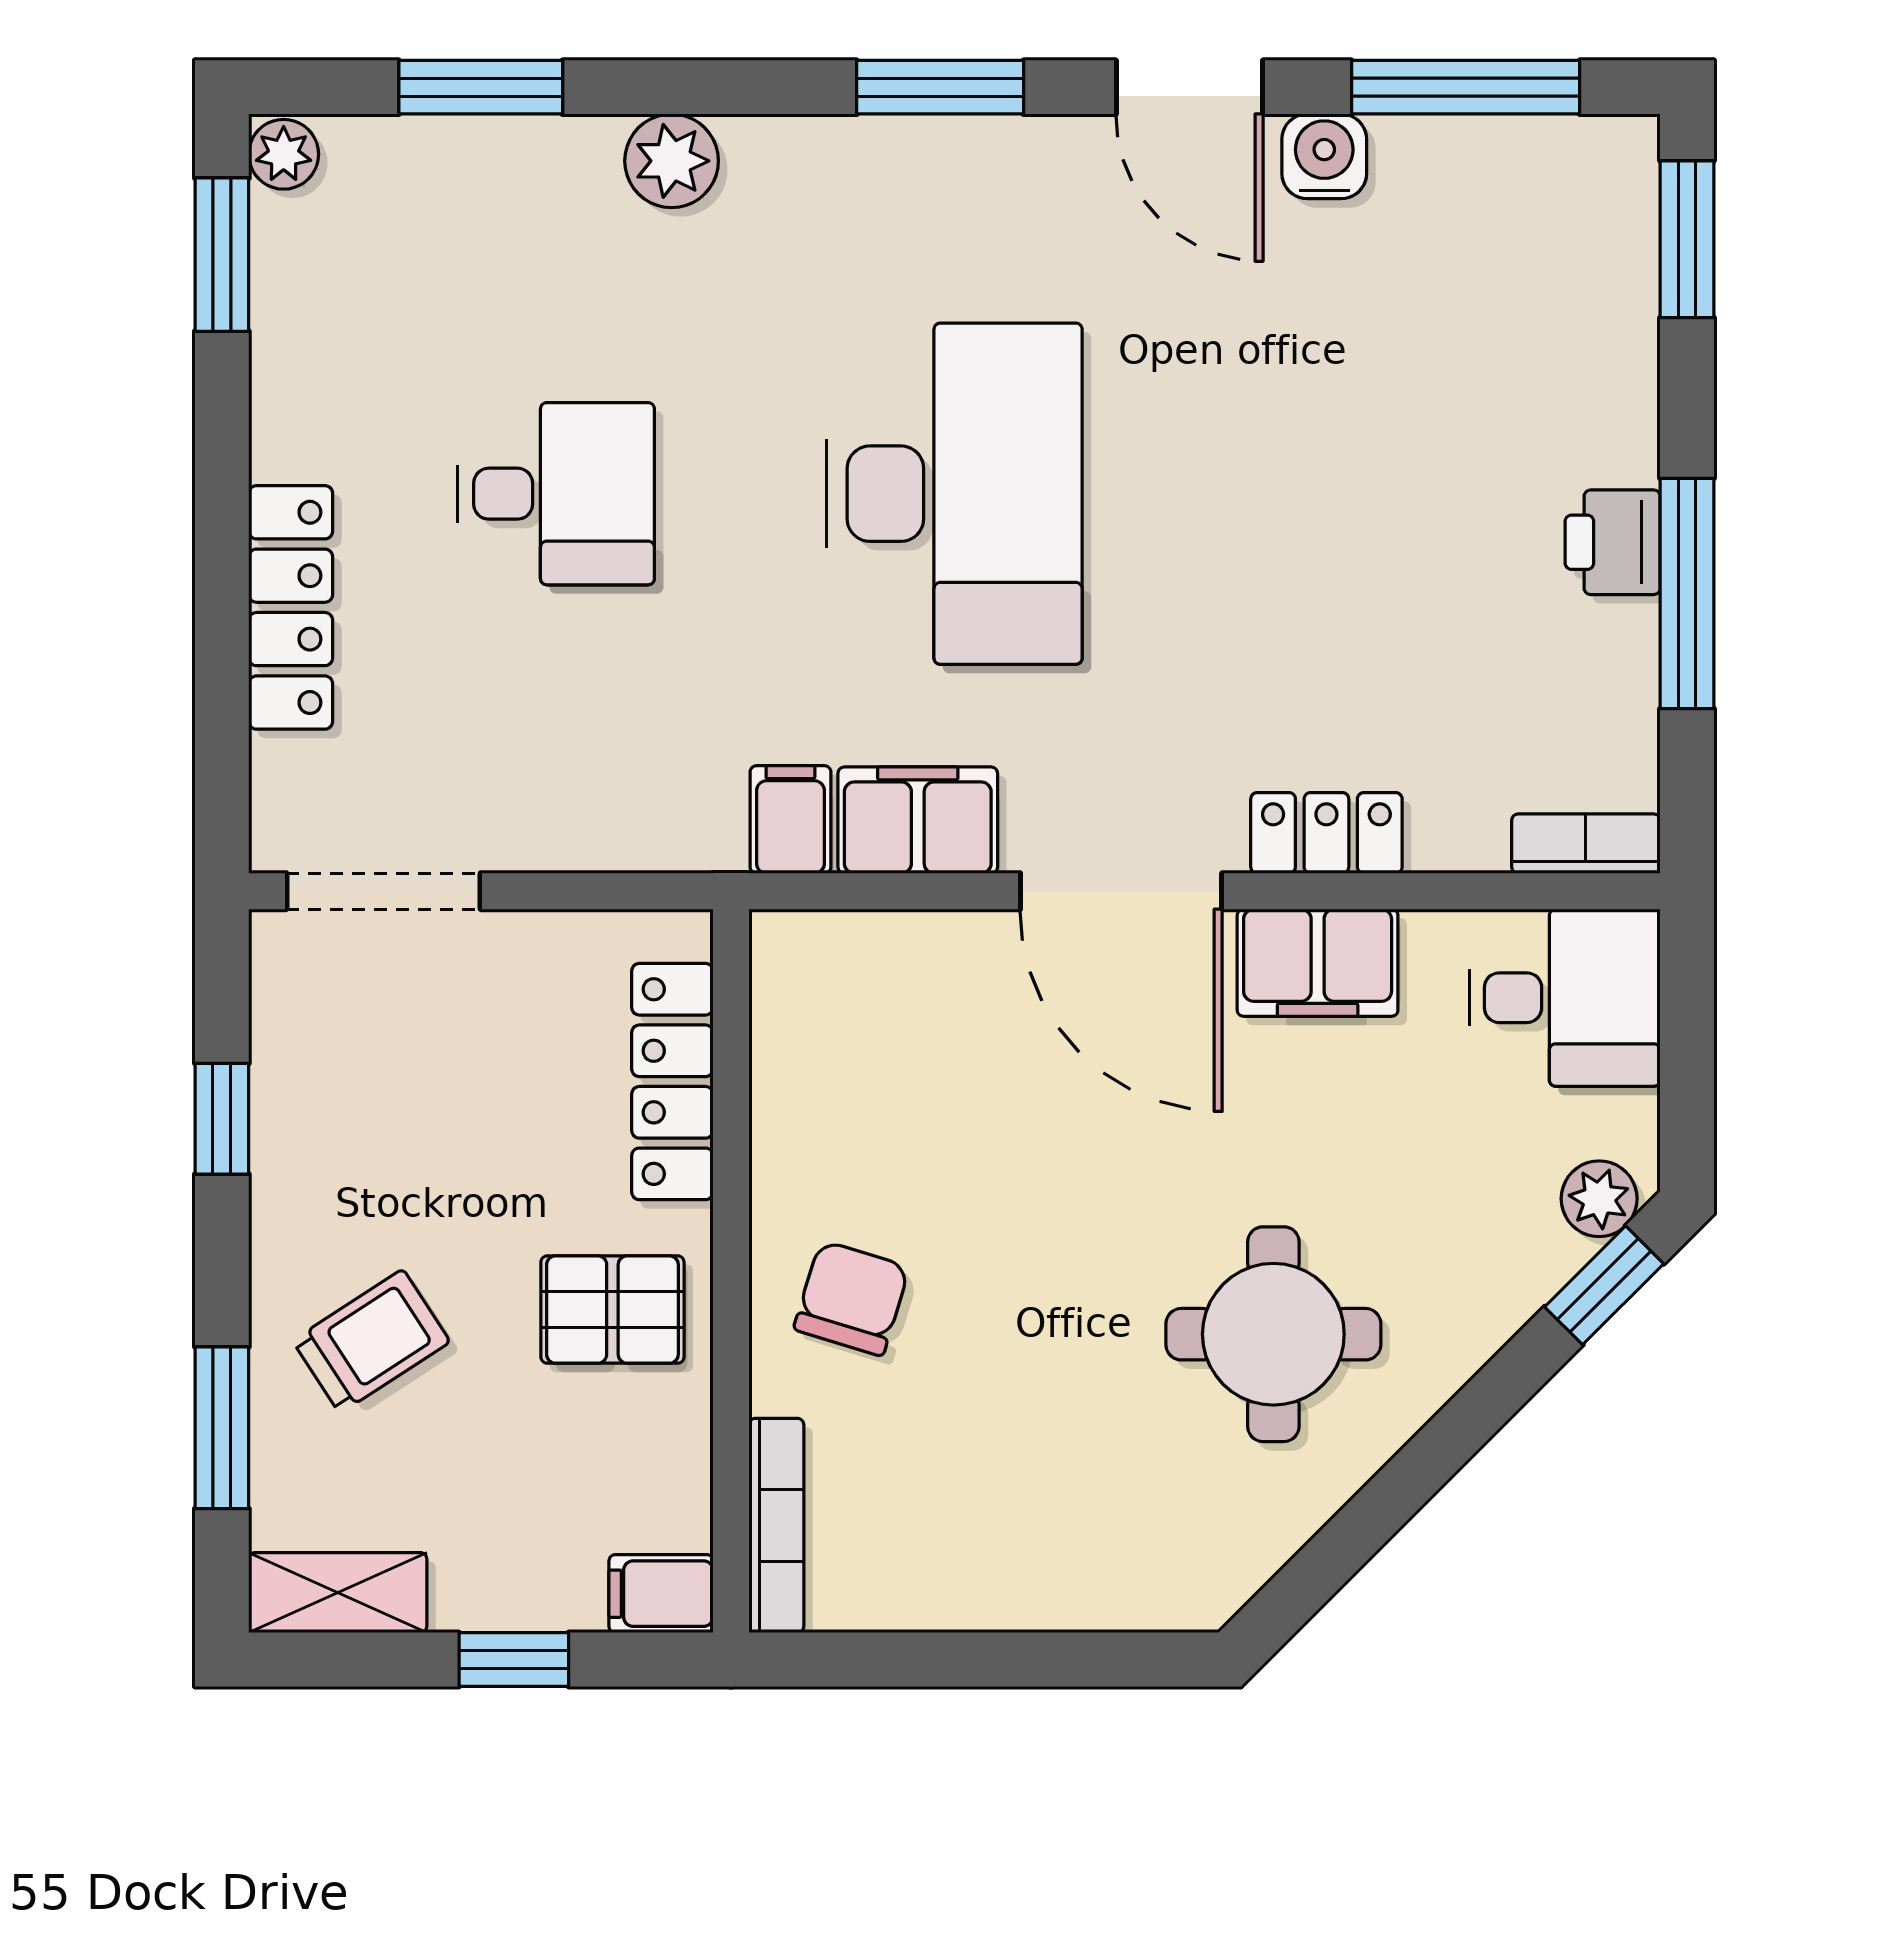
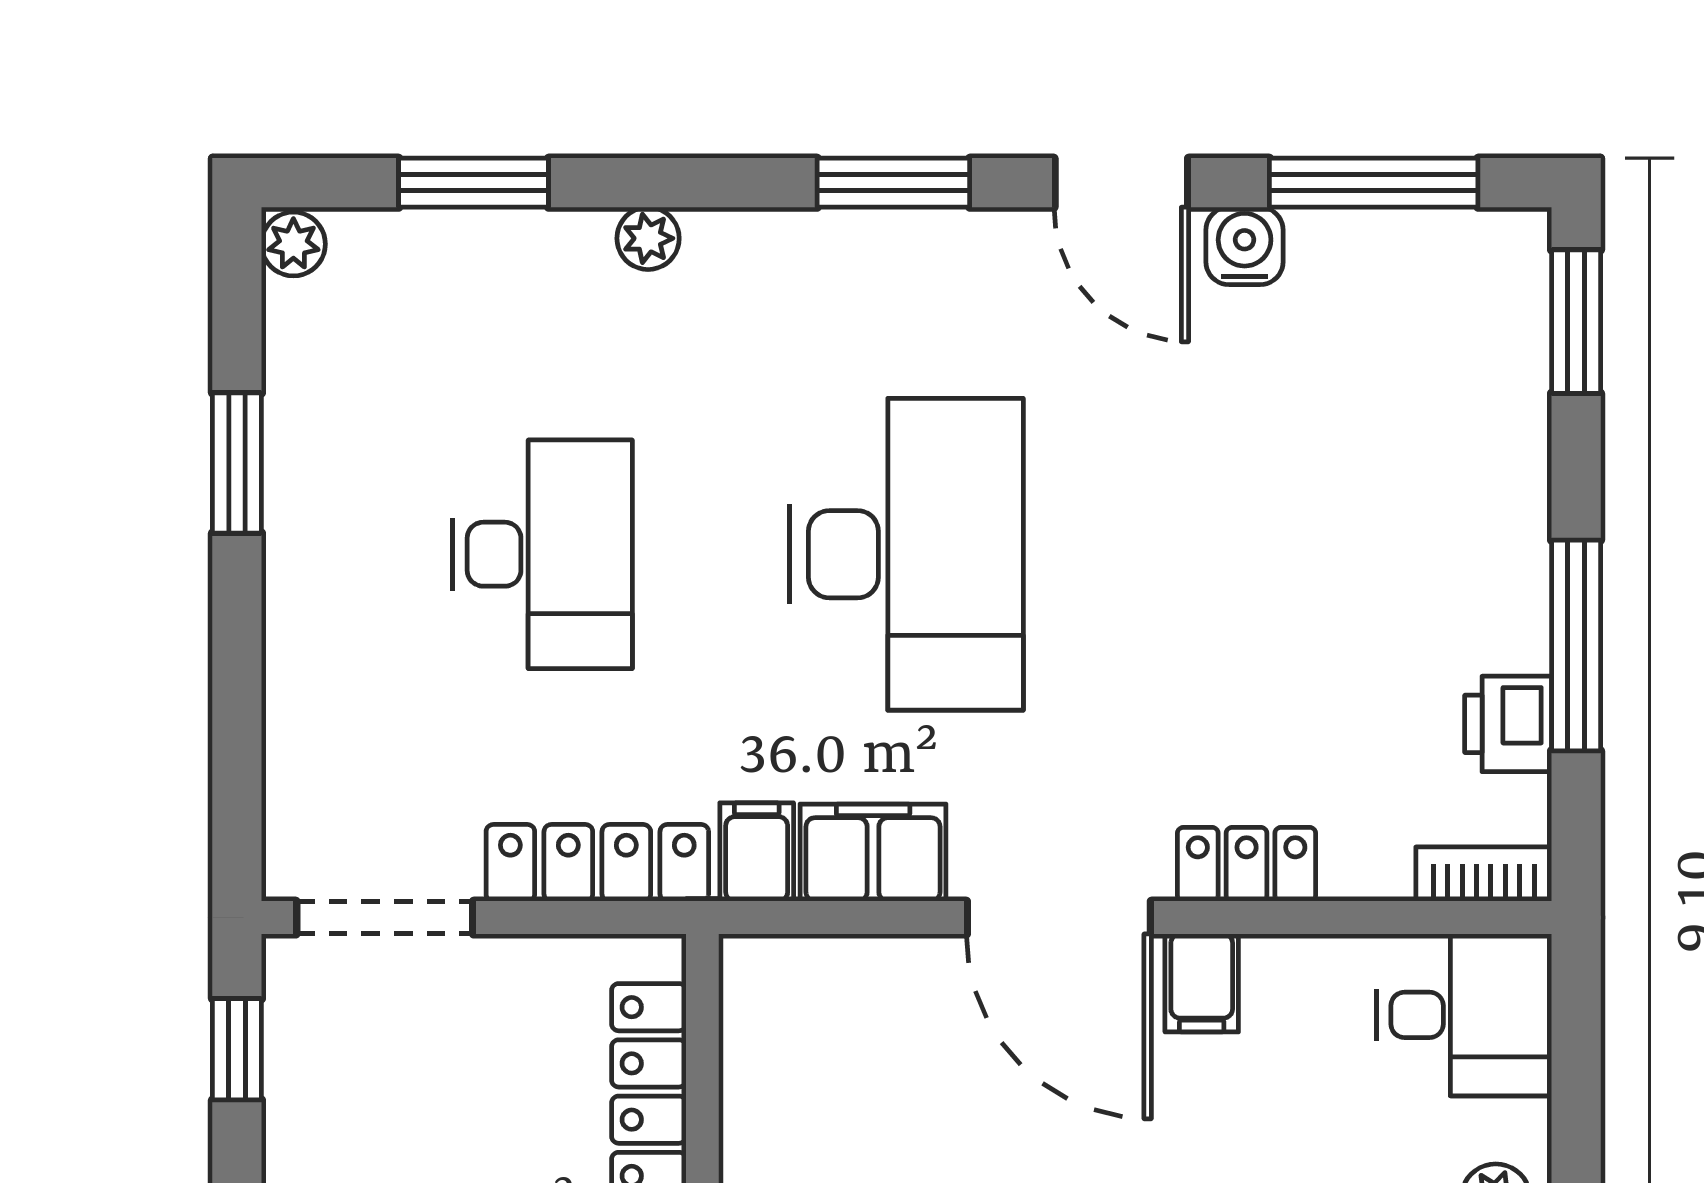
plant: (672, 161) -> (648, 238), width x0.73, depth x0.73
window: (222, 255) -> (237, 463), moved
desk: (556, 494) -> (543, 554), width x1.37
printer: (1613, 542) -> (1508, 724), moved
locker: (291, 607) -> (597, 863), moved, turned -90
filing cabinet: (1318, 963) -> (1202, 983), width x0.50
window: (222, 1119) -> (237, 1049), moved

